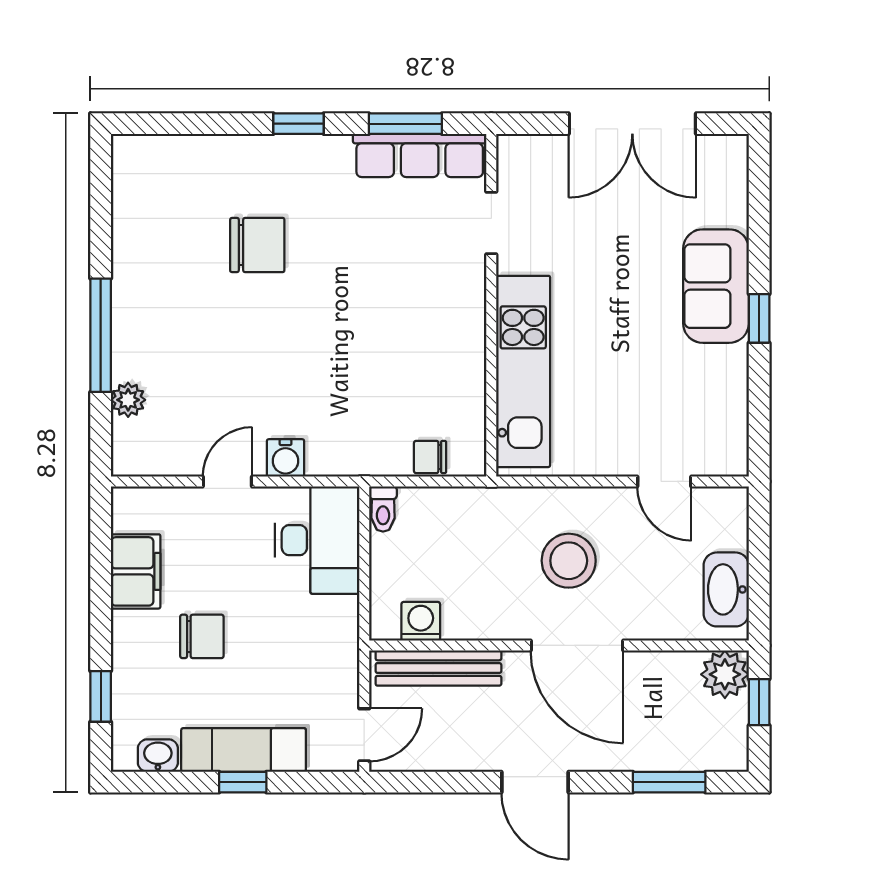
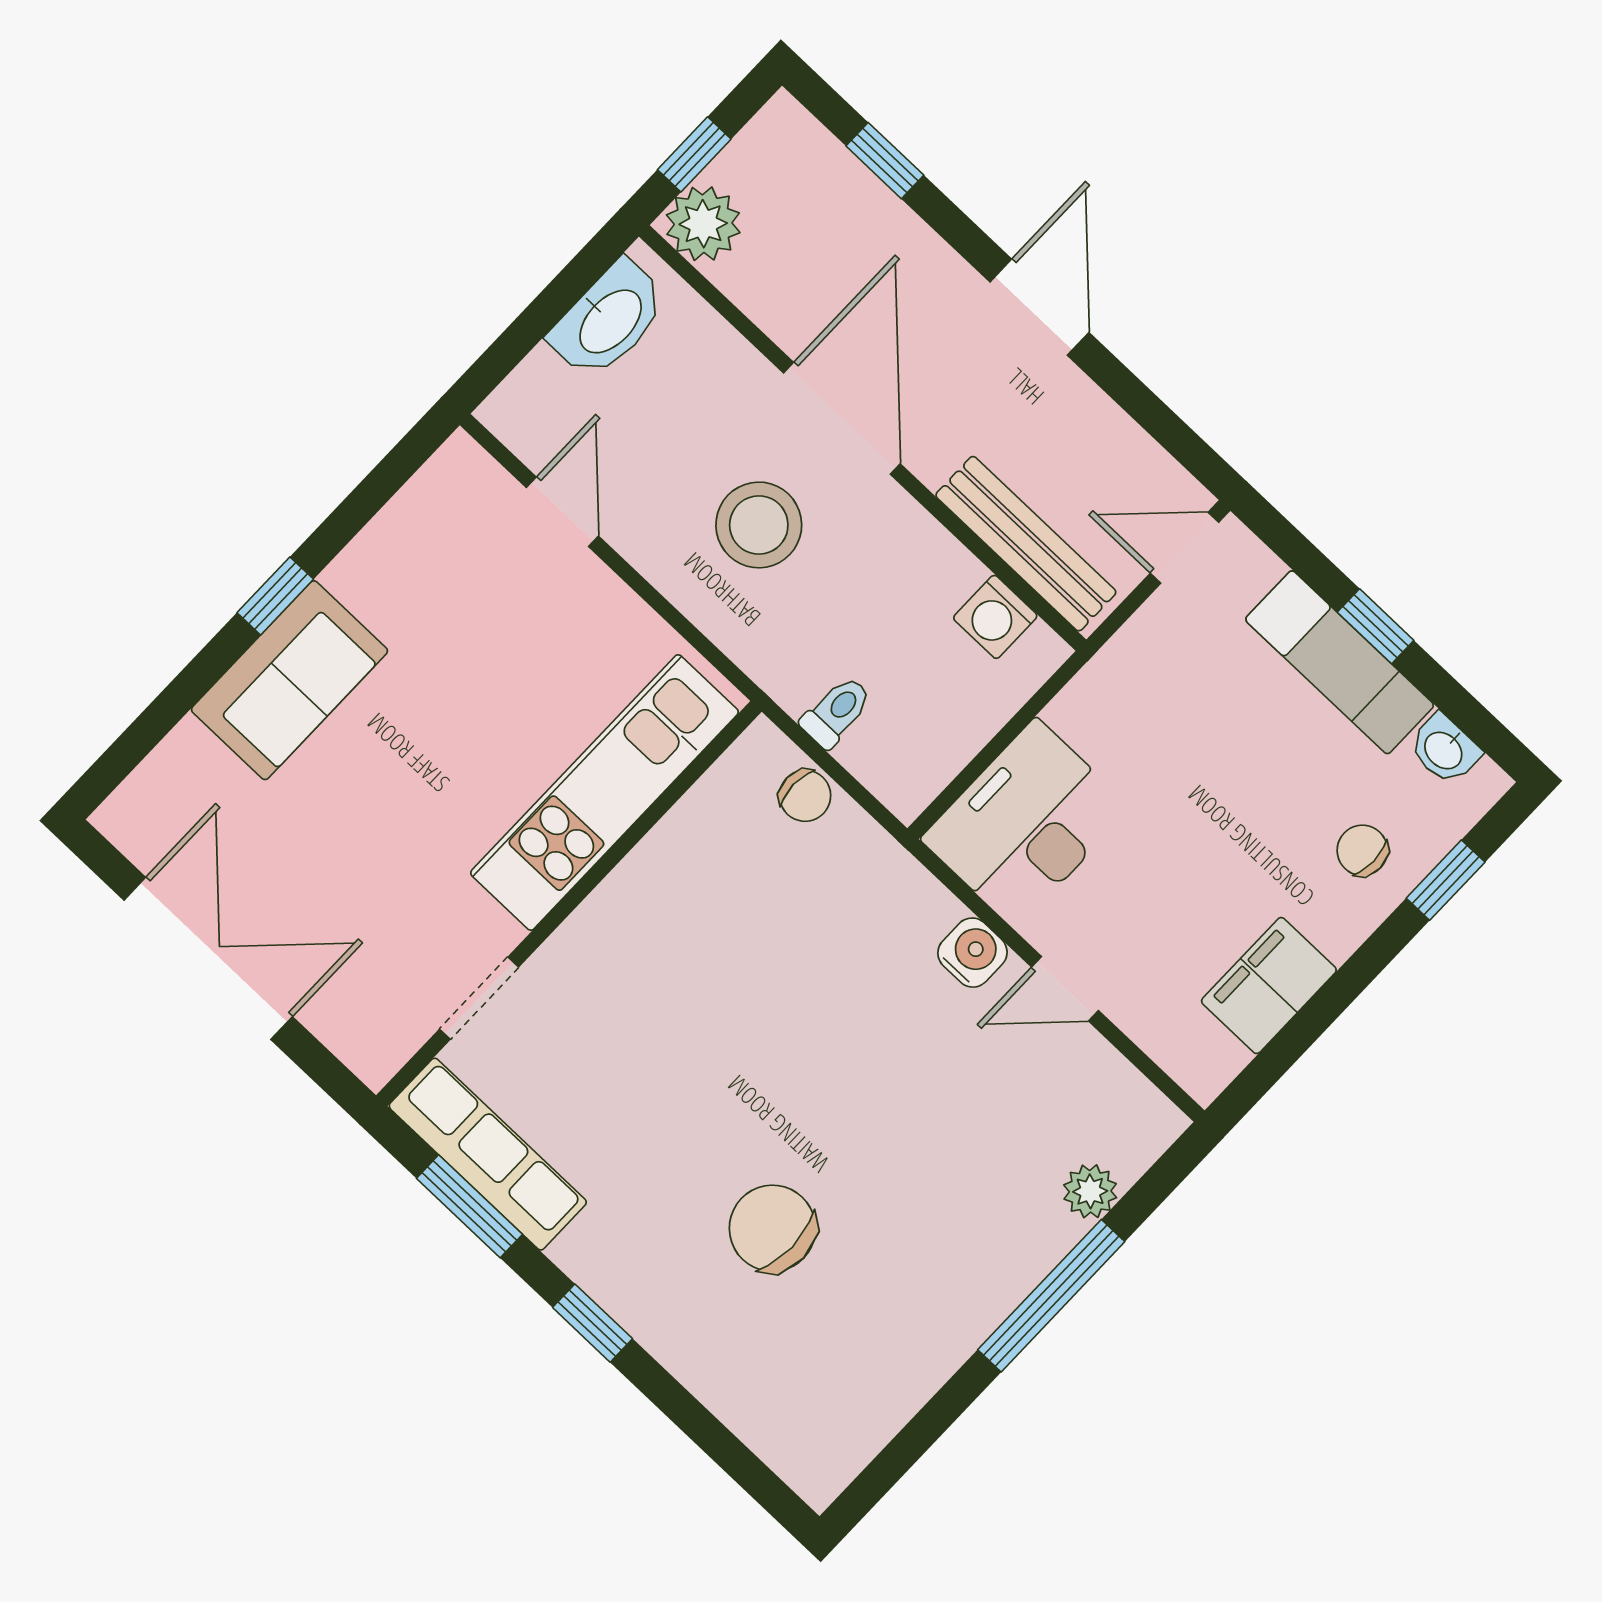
toilet: (383, 509) -> (837, 712), moved
chair: (202, 636) -> (1362, 850), moved, width x0.73, depth x0.73
window: (669, 782) -> (885, 161), width x0.67

